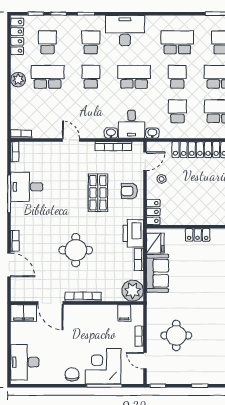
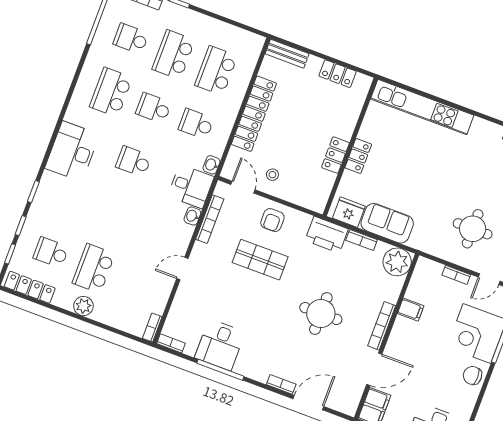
school desk: (91, 42) -> (71, 199), removed
school desk: (91, 77) -> (114, 215), removed
school desk: (134, 77) -> (134, 161), width x0.54
locker: (153, 212) -> (335, 155), moved, turned -90
filing cabinet: (124, 313) -> (411, 310), moved

